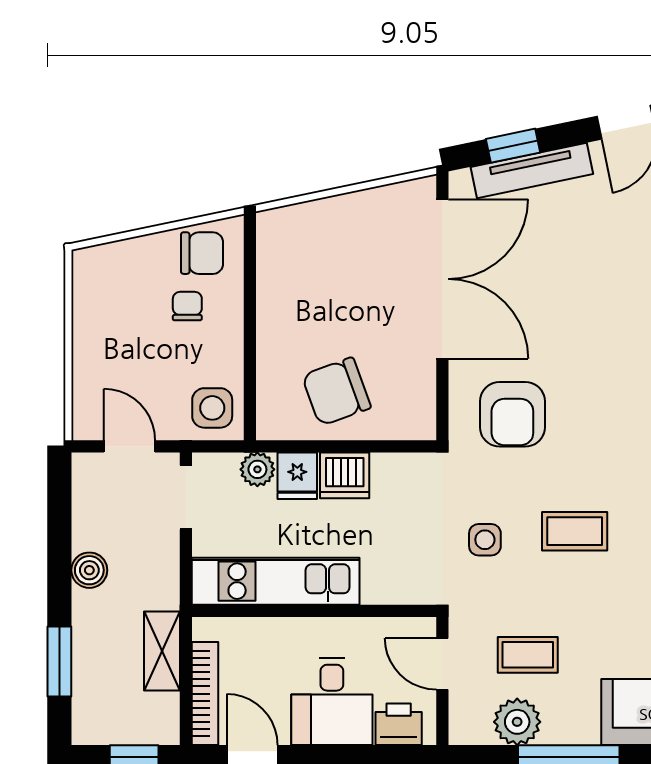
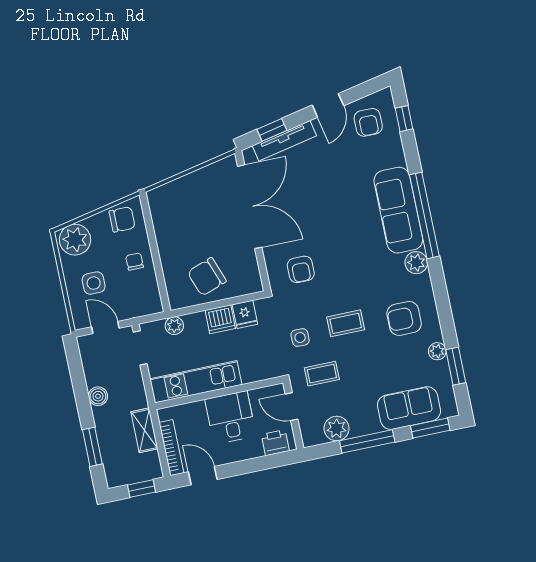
plant: (107, 272) -> (75, 240), added
chair: (187, 306) -> (135, 262), moved
side table: (212, 408) -> (94, 283), moved
armchair: (512, 414) -> (301, 269), width x0.72, depth x0.72
fridge: (297, 476) -> (245, 314), moved
coffee table: (528, 655) -> (322, 374), moved
desk: (332, 701) -> (231, 417), moved, turned 180

